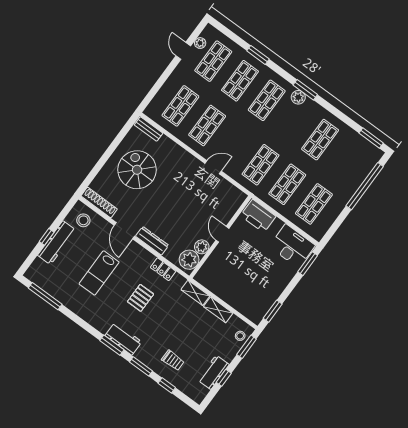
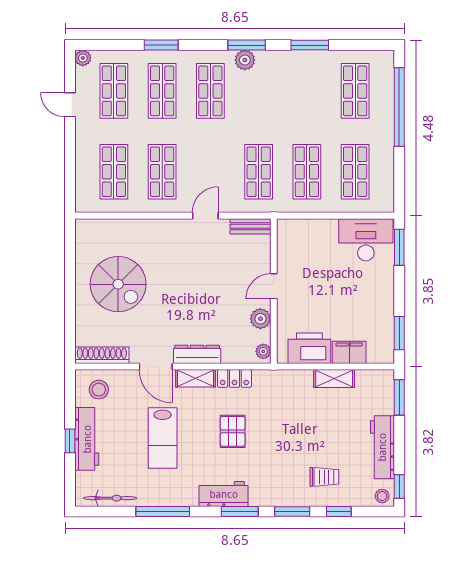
plant: (200, 43) -> (83, 58), moved
bench: (149, 129) -> (250, 226), moved
window: (371, 138) -> (310, 45), moved
shop shelf: (320, 140) -> (355, 91), moved
spiral stairs: (137, 170) -> (118, 284), turned 180
printer: (258, 216) -> (309, 348), moved, turned 180
door: (222, 234) -> (274, 286), hinge flipped
plant: (189, 260) -> (263, 351), width x0.53, depth x0.53
bicycle: (46, 285) -> (110, 498), added
shelving: (195, 293) -> (196, 378), moved
window: (45, 296) -> (163, 512), moved
filing cabinet: (237, 301) -> (349, 352), added
stool: (240, 336) -> (382, 496), moved
workbench: (123, 339) -> (224, 494), moved
workbench: (213, 372) -> (382, 447), width x1.37
window: (224, 378) -> (399, 487), moved

